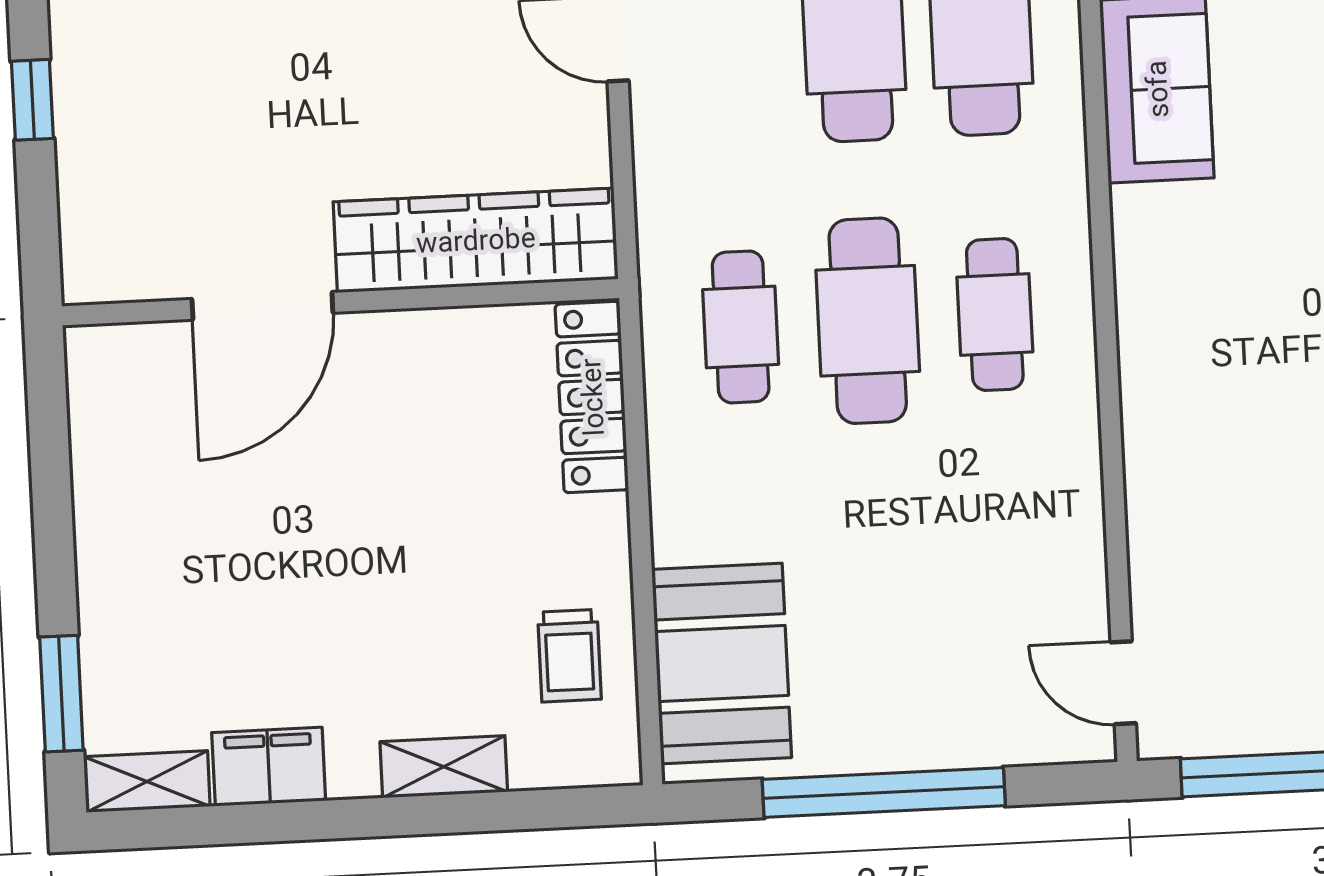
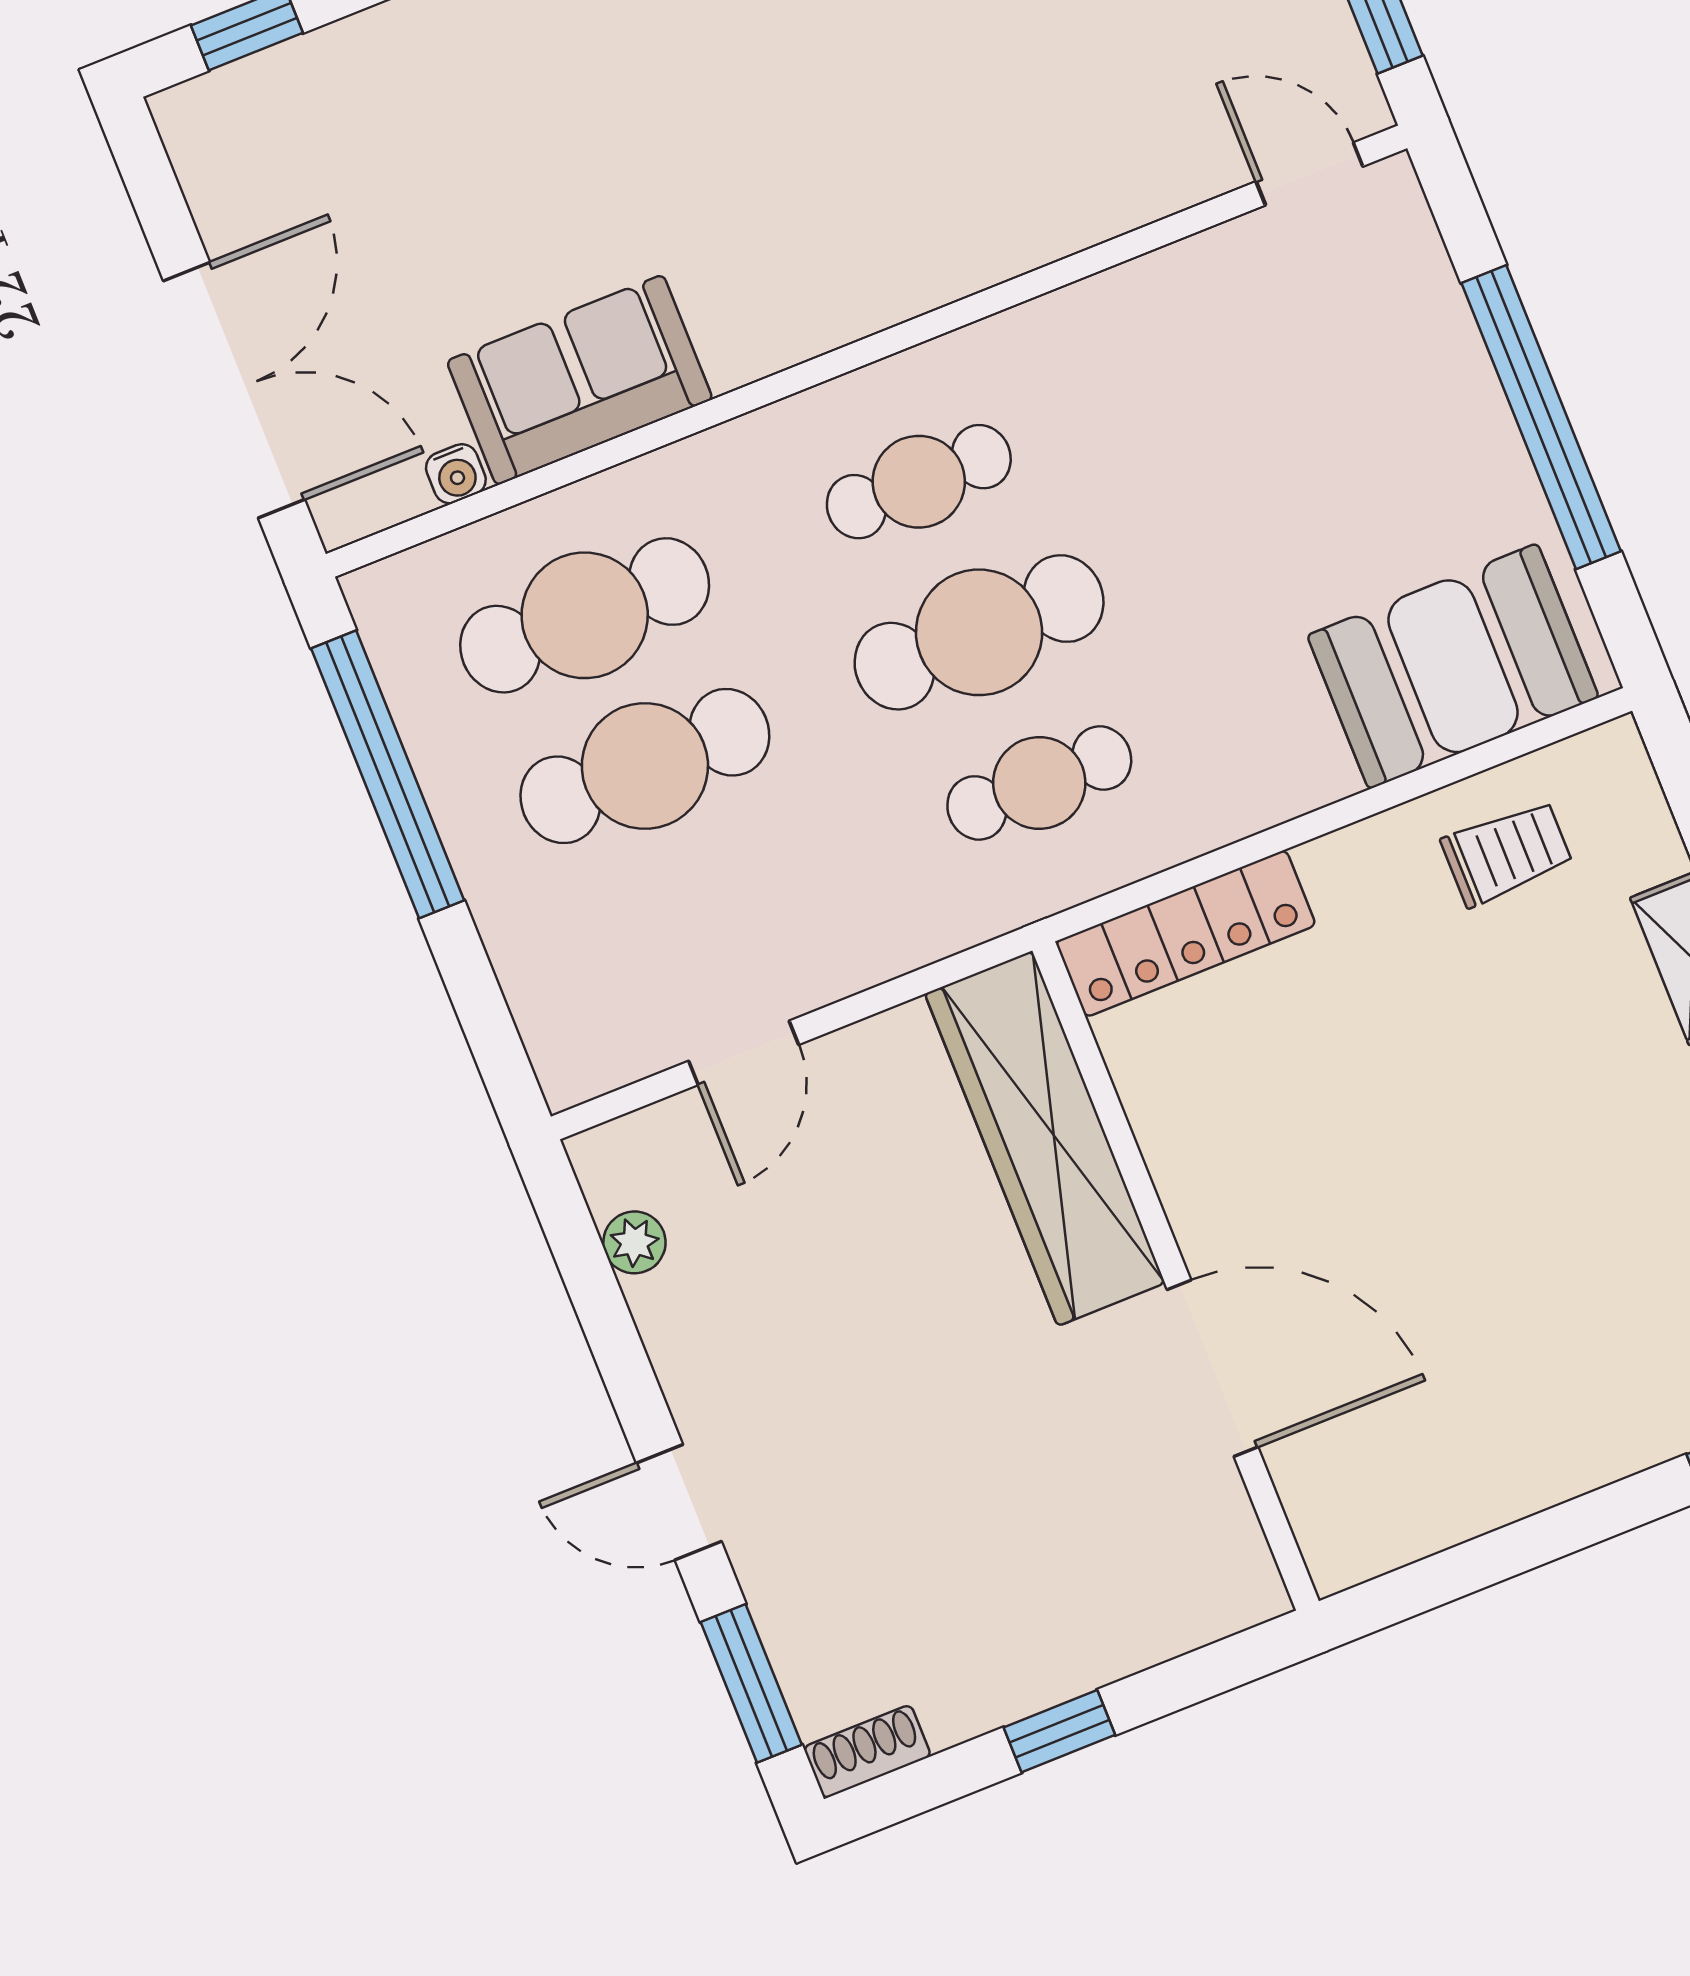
door: (1123, 683) -> (1309, 174), swing flipped

